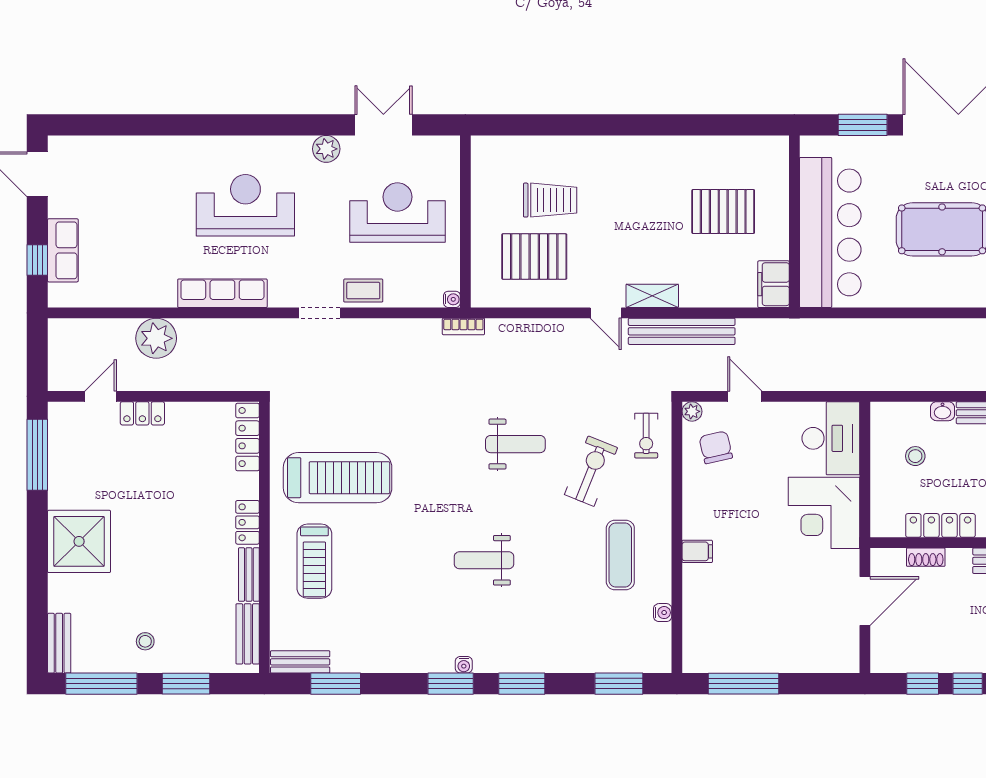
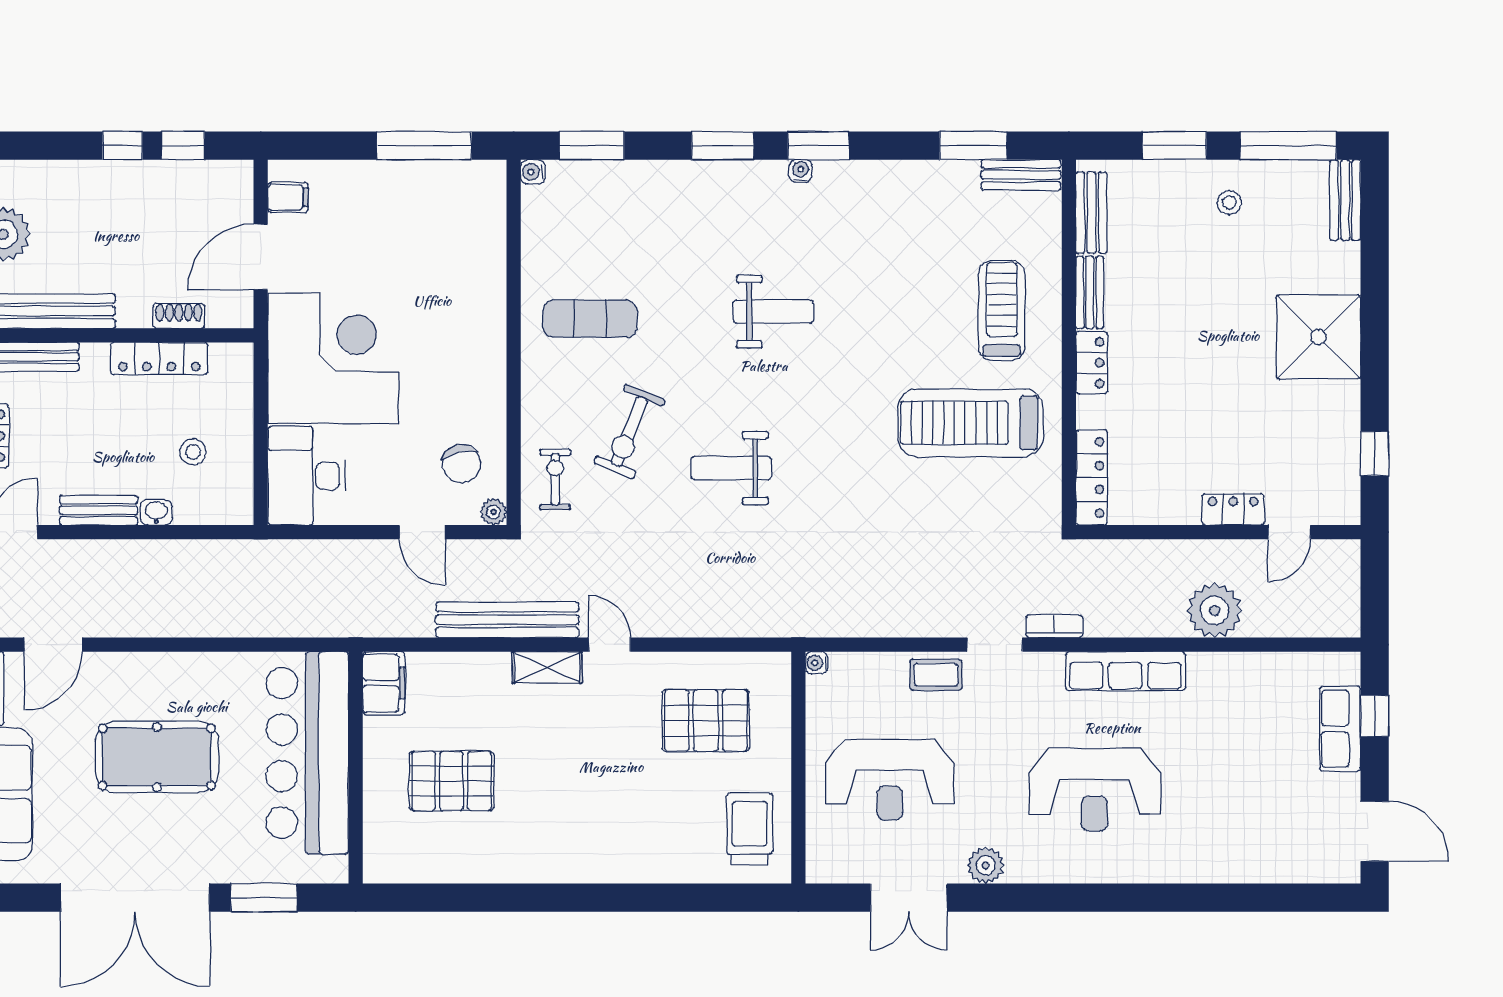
trolley: (550, 200) -> (750, 829), moved, turned 90
bookcase: (463, 326) -> (1054, 626), moved
window: (37, 455) -> (1375, 454), width x0.46
corner desk: (824, 513) -> (333, 358), width x1.36, depth x1.36
filing cabinet: (697, 551) -> (288, 197), moved, turned 180
exercise mat: (620, 555) -> (590, 319), turned 90
water cooler: (663, 613) -> (533, 172), moved

